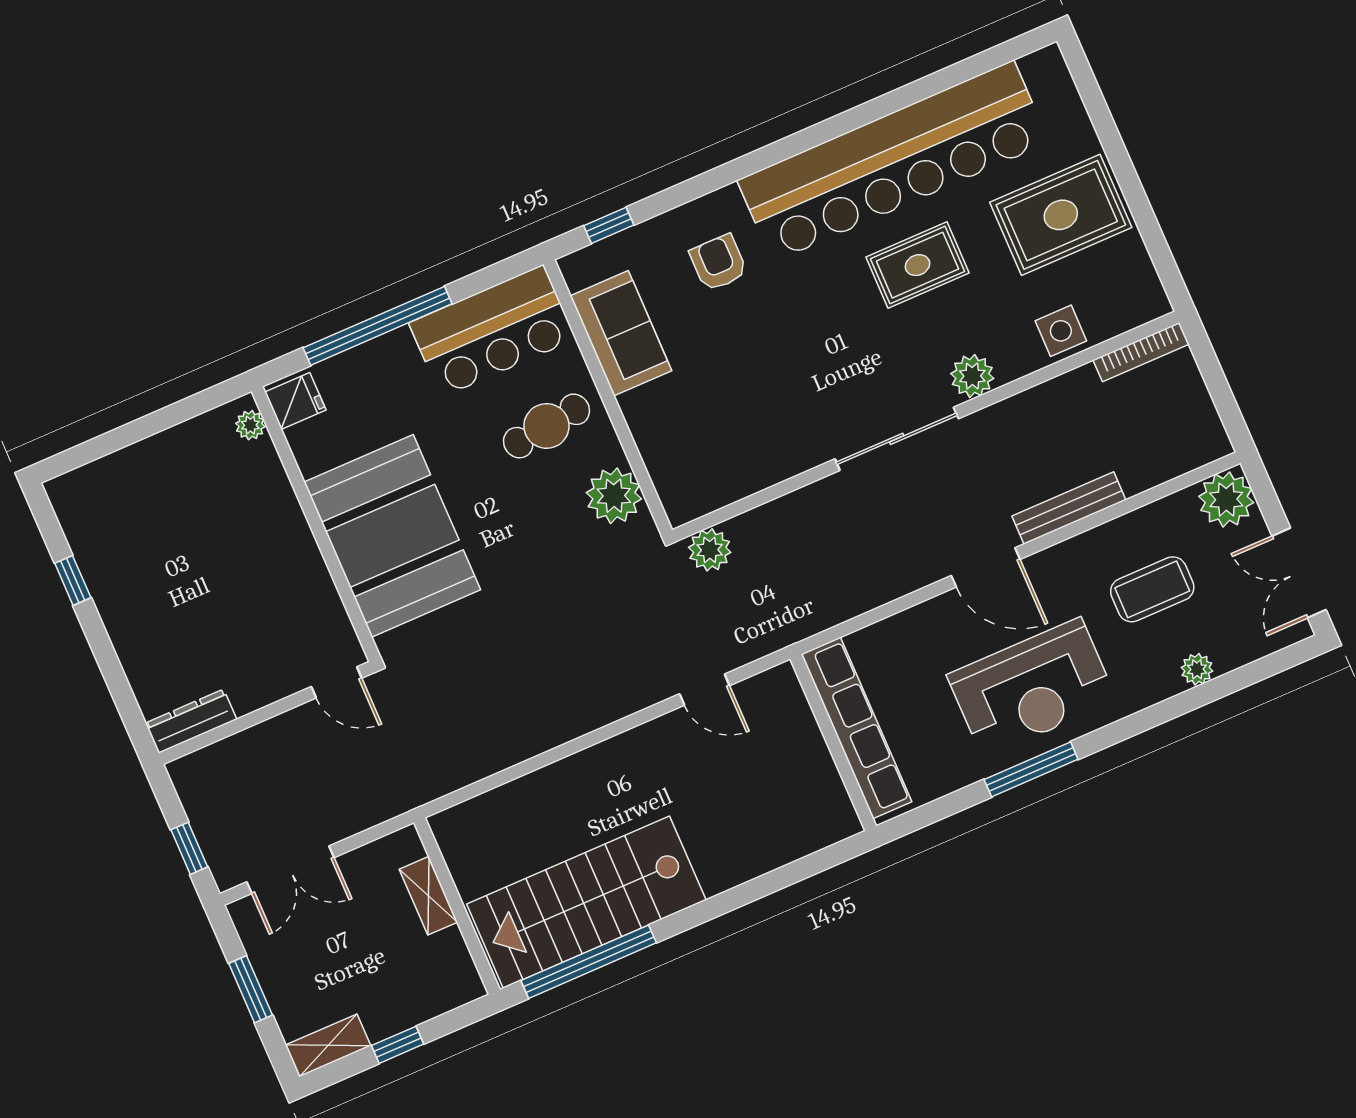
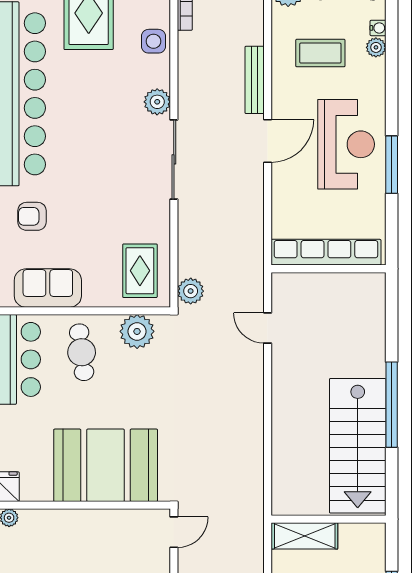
rug: (918, 265) -> (140, 271), moved
coffee table: (1152, 589) -> (320, 53), turned 90
water cooler: (1228, 660) -> (378, 28), added
door: (704, 690) -> (268, 328), swing flipped
shelving: (428, 896) -> (305, 536), width x1.50, depth x1.33
window: (589, 962) -> (392, 405), moved

